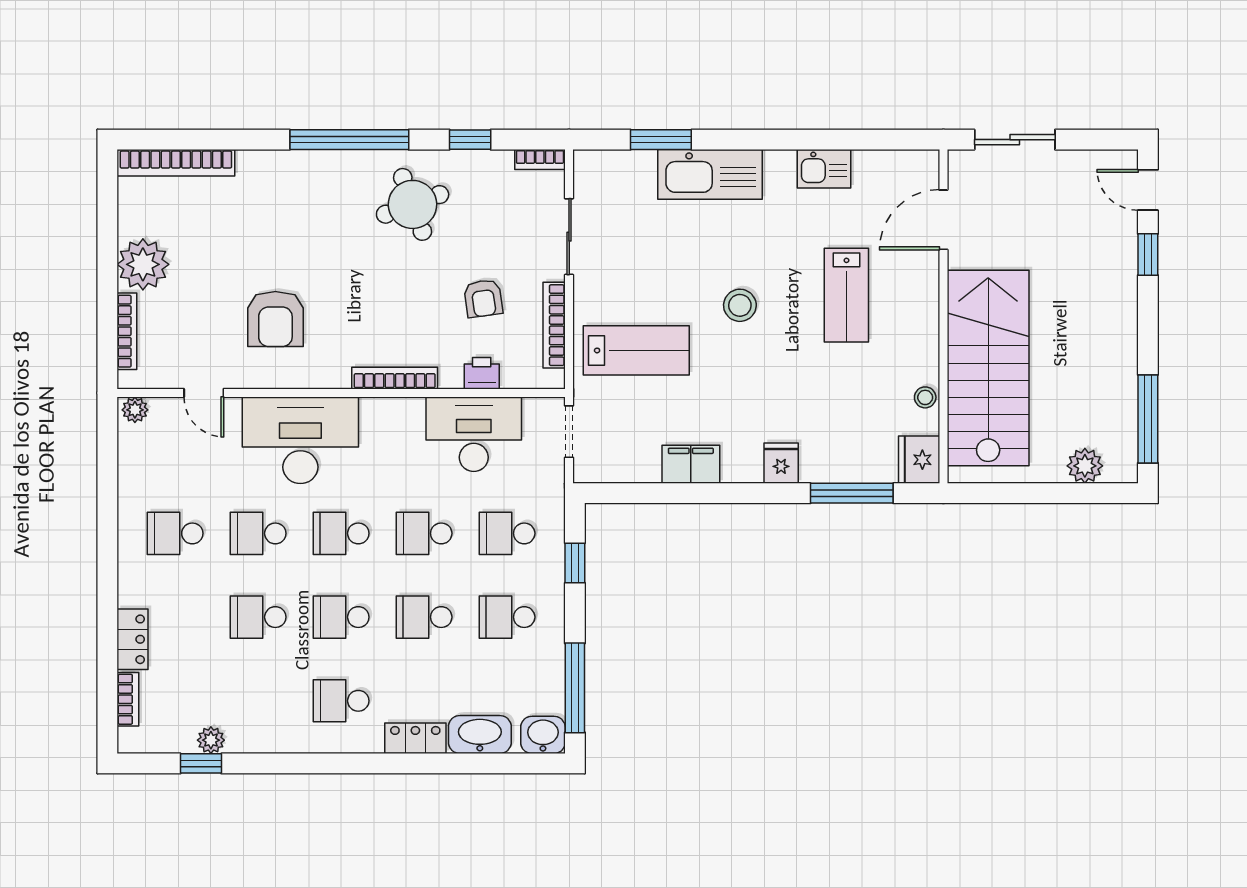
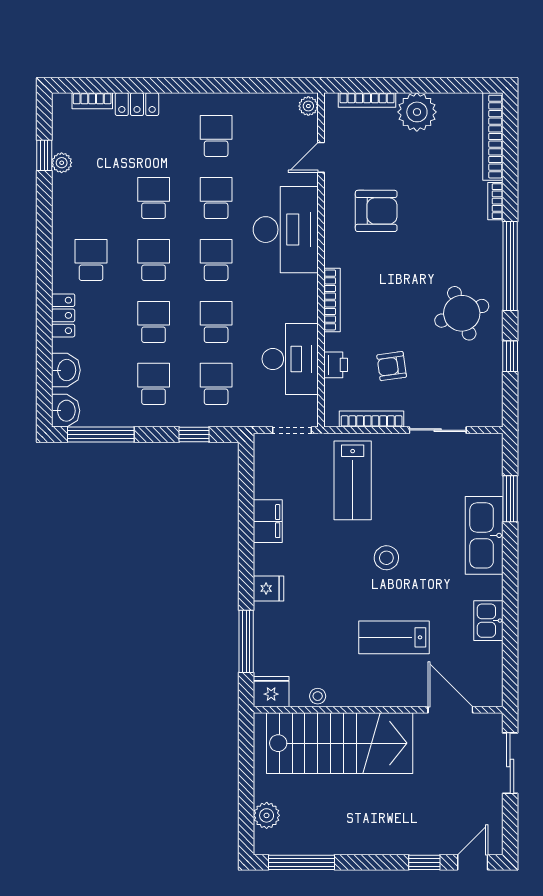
bookcase: (540, 159) -> (495, 201), moved
armchair: (275, 319) -> (376, 211), turned 180
washbasin: (480, 735) -> (66, 370), width x0.72

